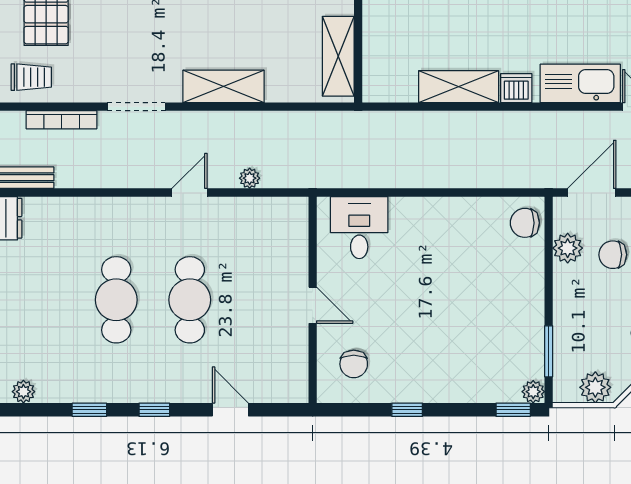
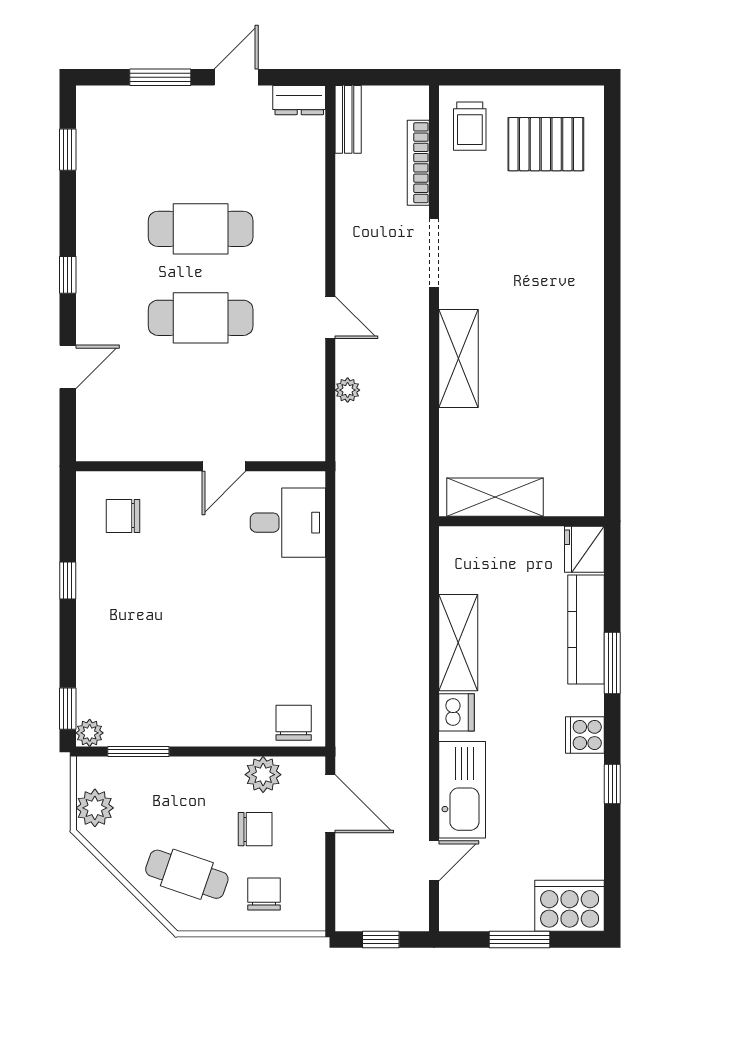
chair: (613, 255) -> (255, 829), turned 90
door: (313, 305) -> (224, 466), moved
plant: (23, 392) -> (90, 117), removed
window: (89, 410) -> (68, 150), moved

